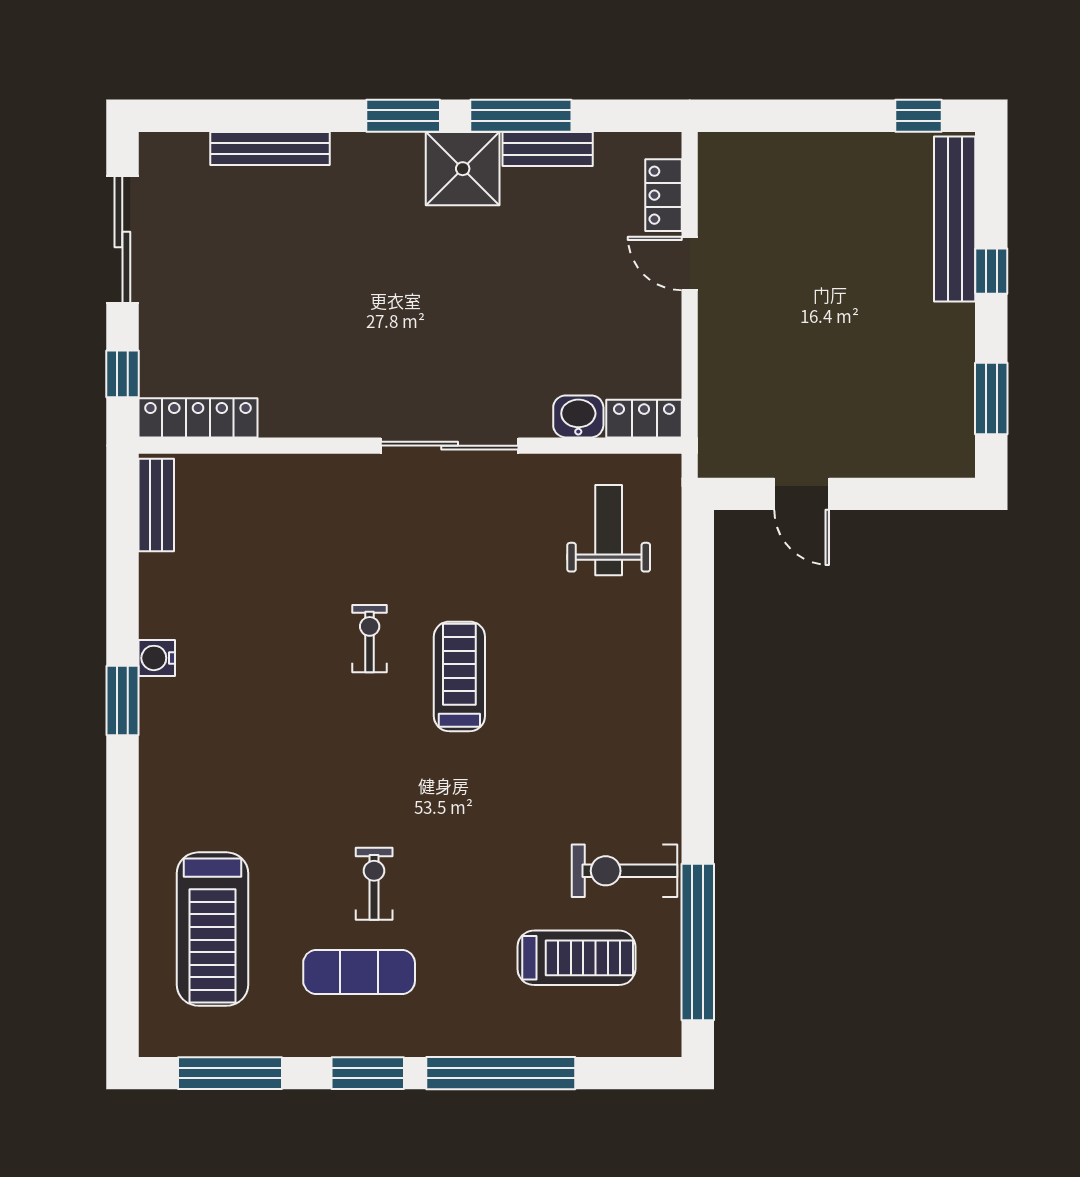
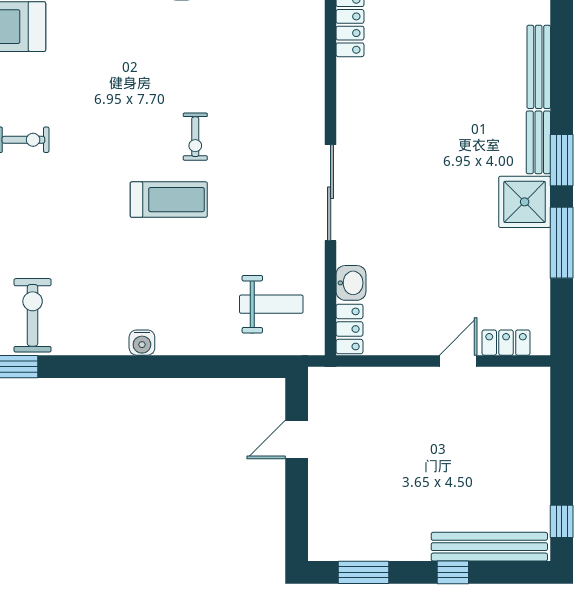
bench: (548, 149) -> (538, 142), moved
exercise bike: (370, 639) -> (195, 137), turned 90
water cooler: (663, 715) -> (142, 343), added

